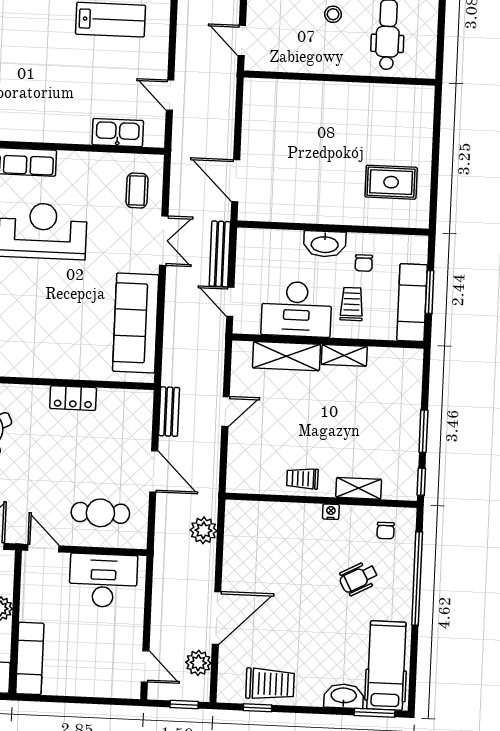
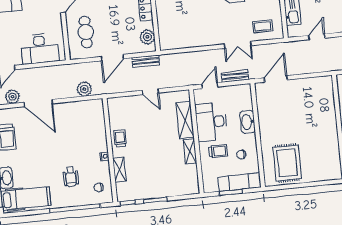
rug: (391, 182) -> (287, 163), width x1.36, depth x1.43
washbasin: (325, 244) -> (248, 122), moved
bench: (220, 254) -> (235, 76), width x0.73
exam couch: (412, 303) -> (240, 182), moved
sofa: (136, 323) -> (191, 36), removed
plant: (126, 402) -> (147, 37), added
wheelchair: (359, 578) -> (71, 177), turned -152
desk: (103, 581) -> (40, 49), moved, turned 90

